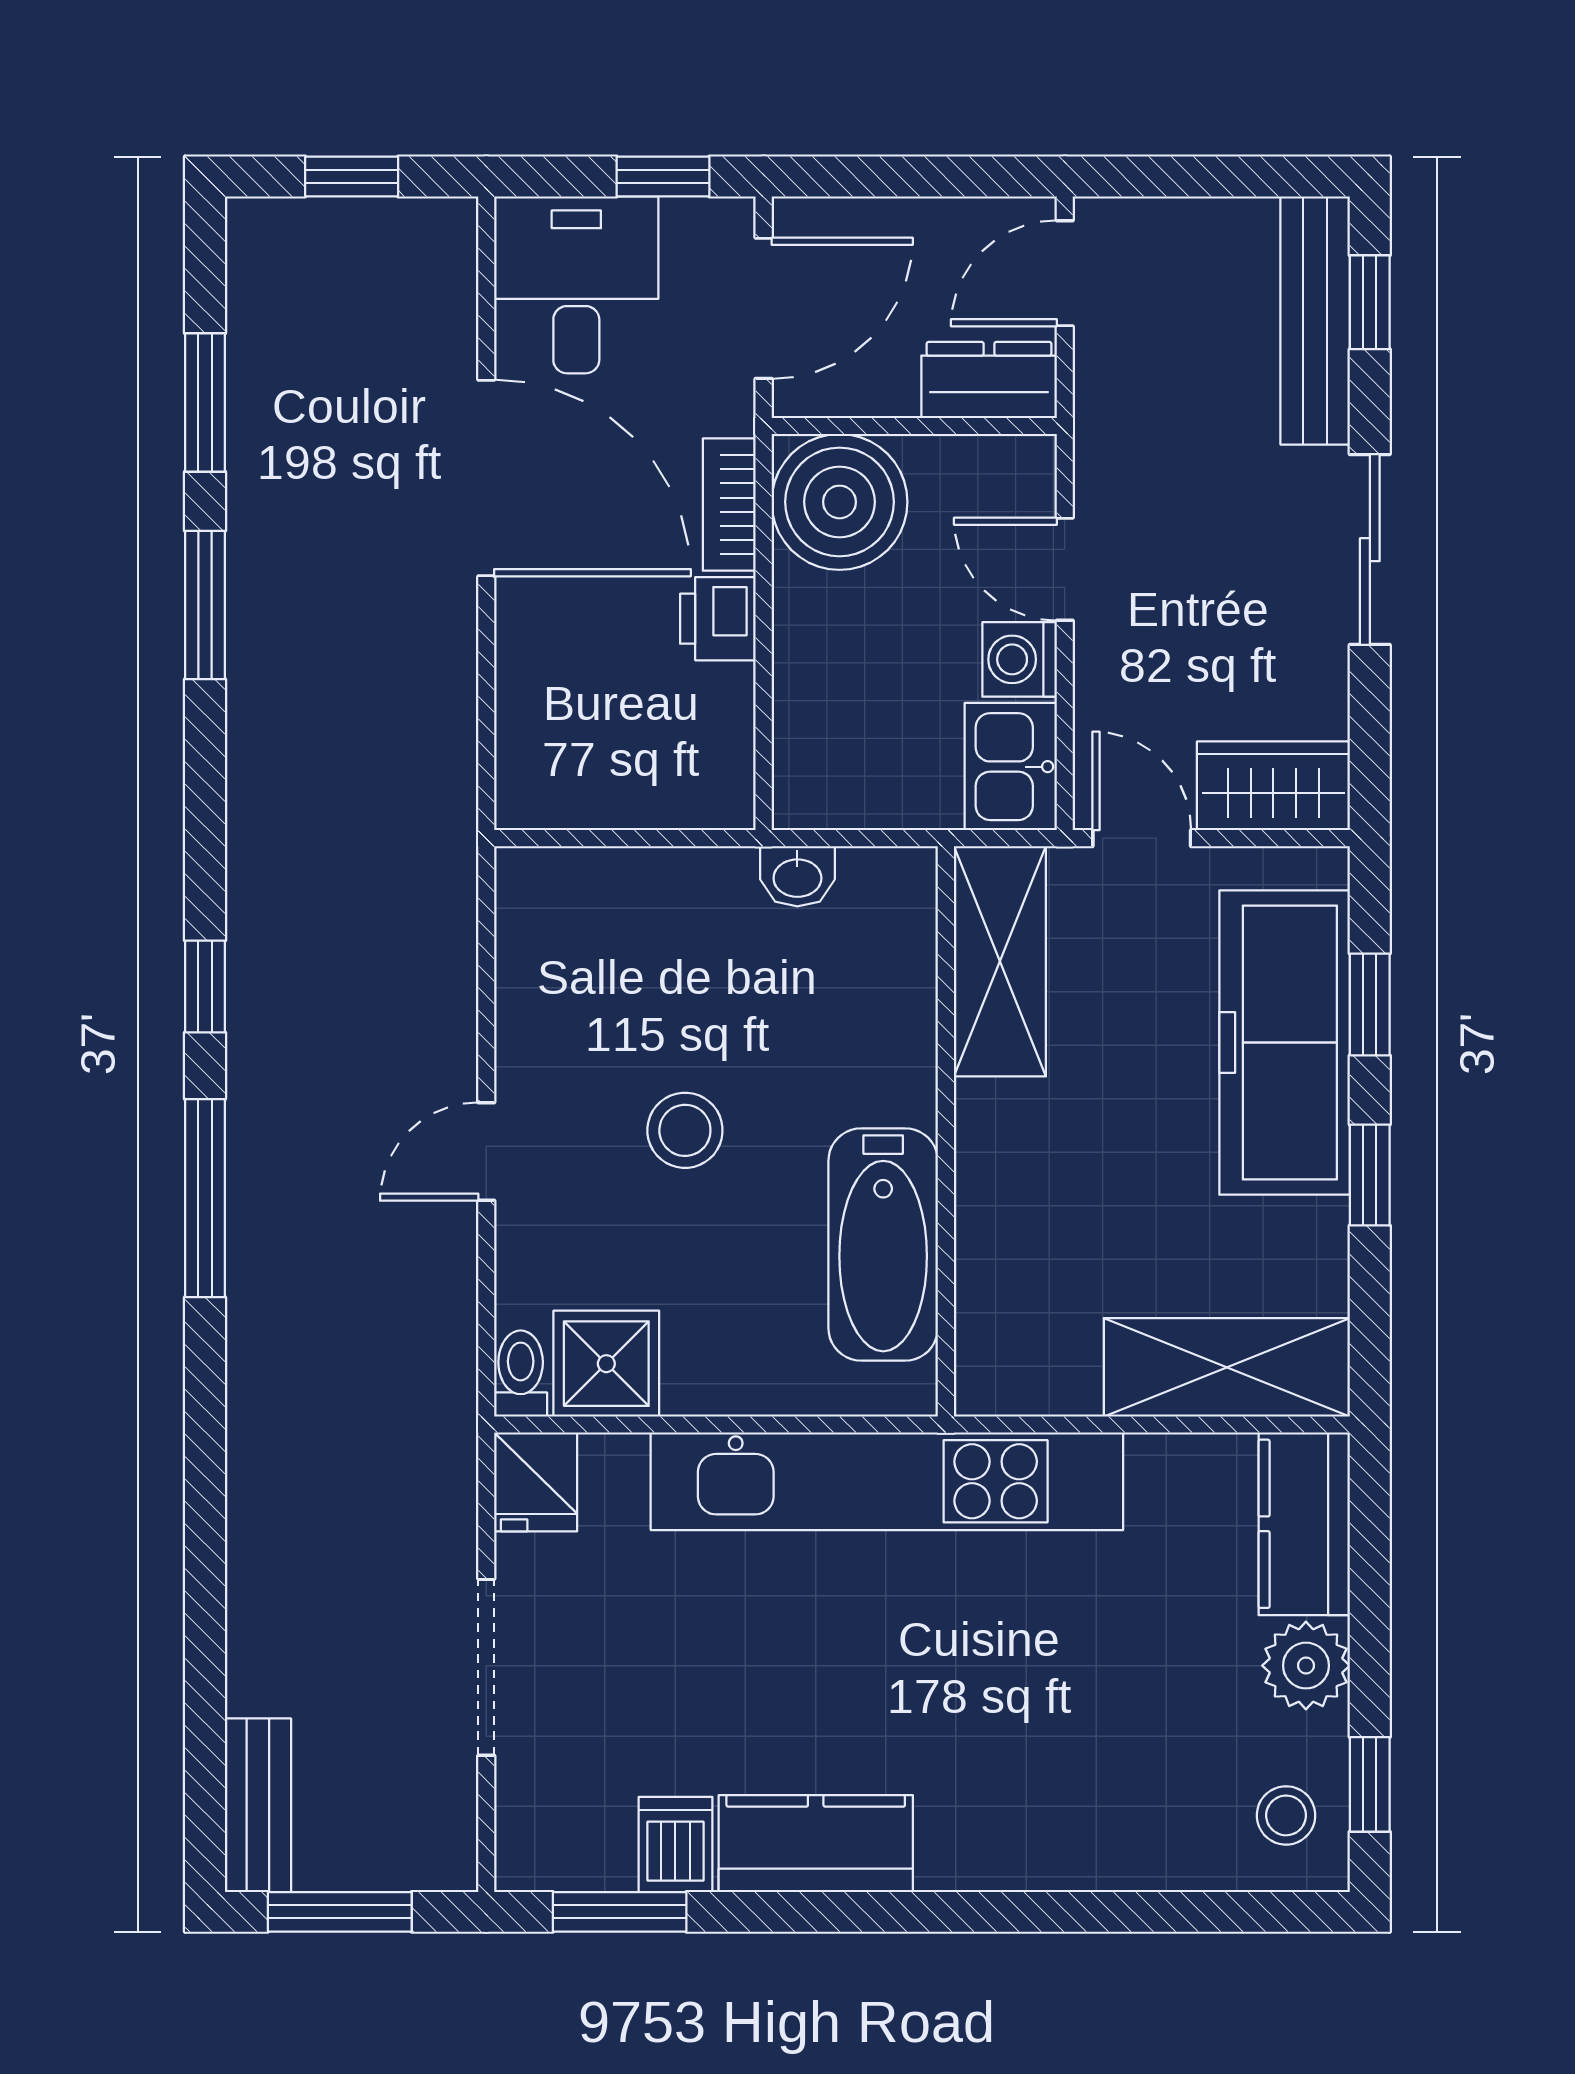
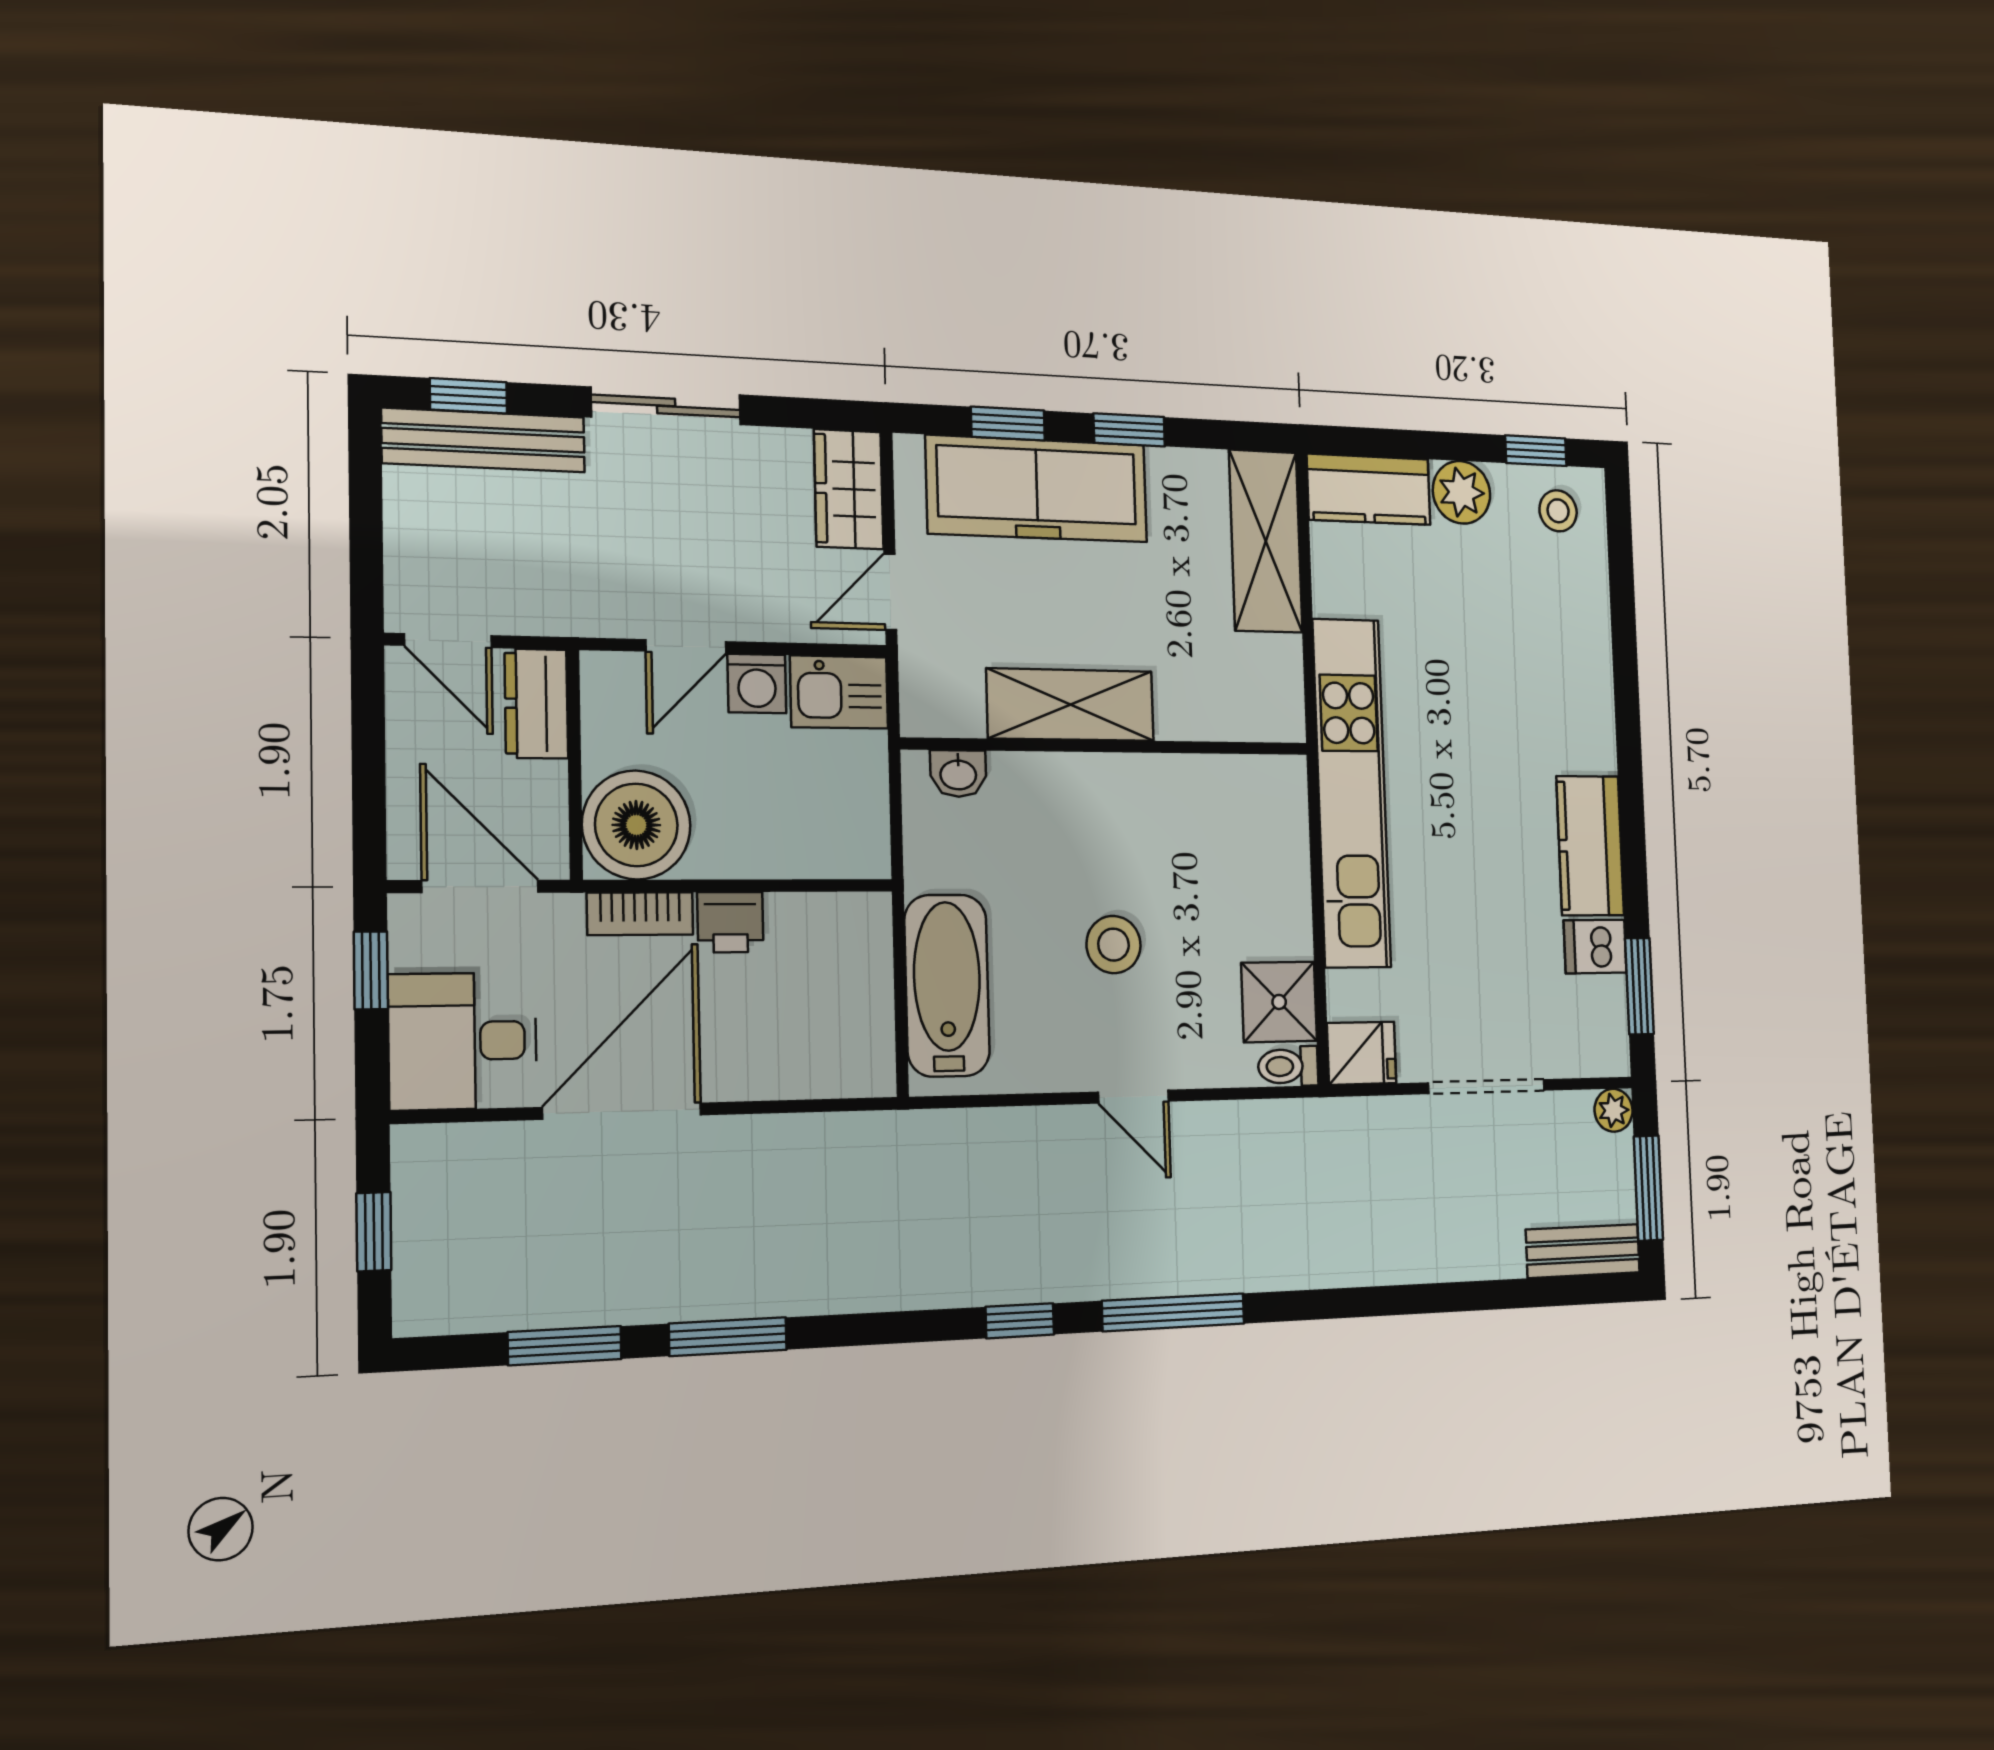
washbasin: (797, 876) -> (958, 774), moved, turned 90
shelving: (1000, 961) -> (1070, 705), moved
bathtub: (883, 1244) -> (947, 985), moved, turned -90
plant: (449, 1862) -> (1614, 1110), added

